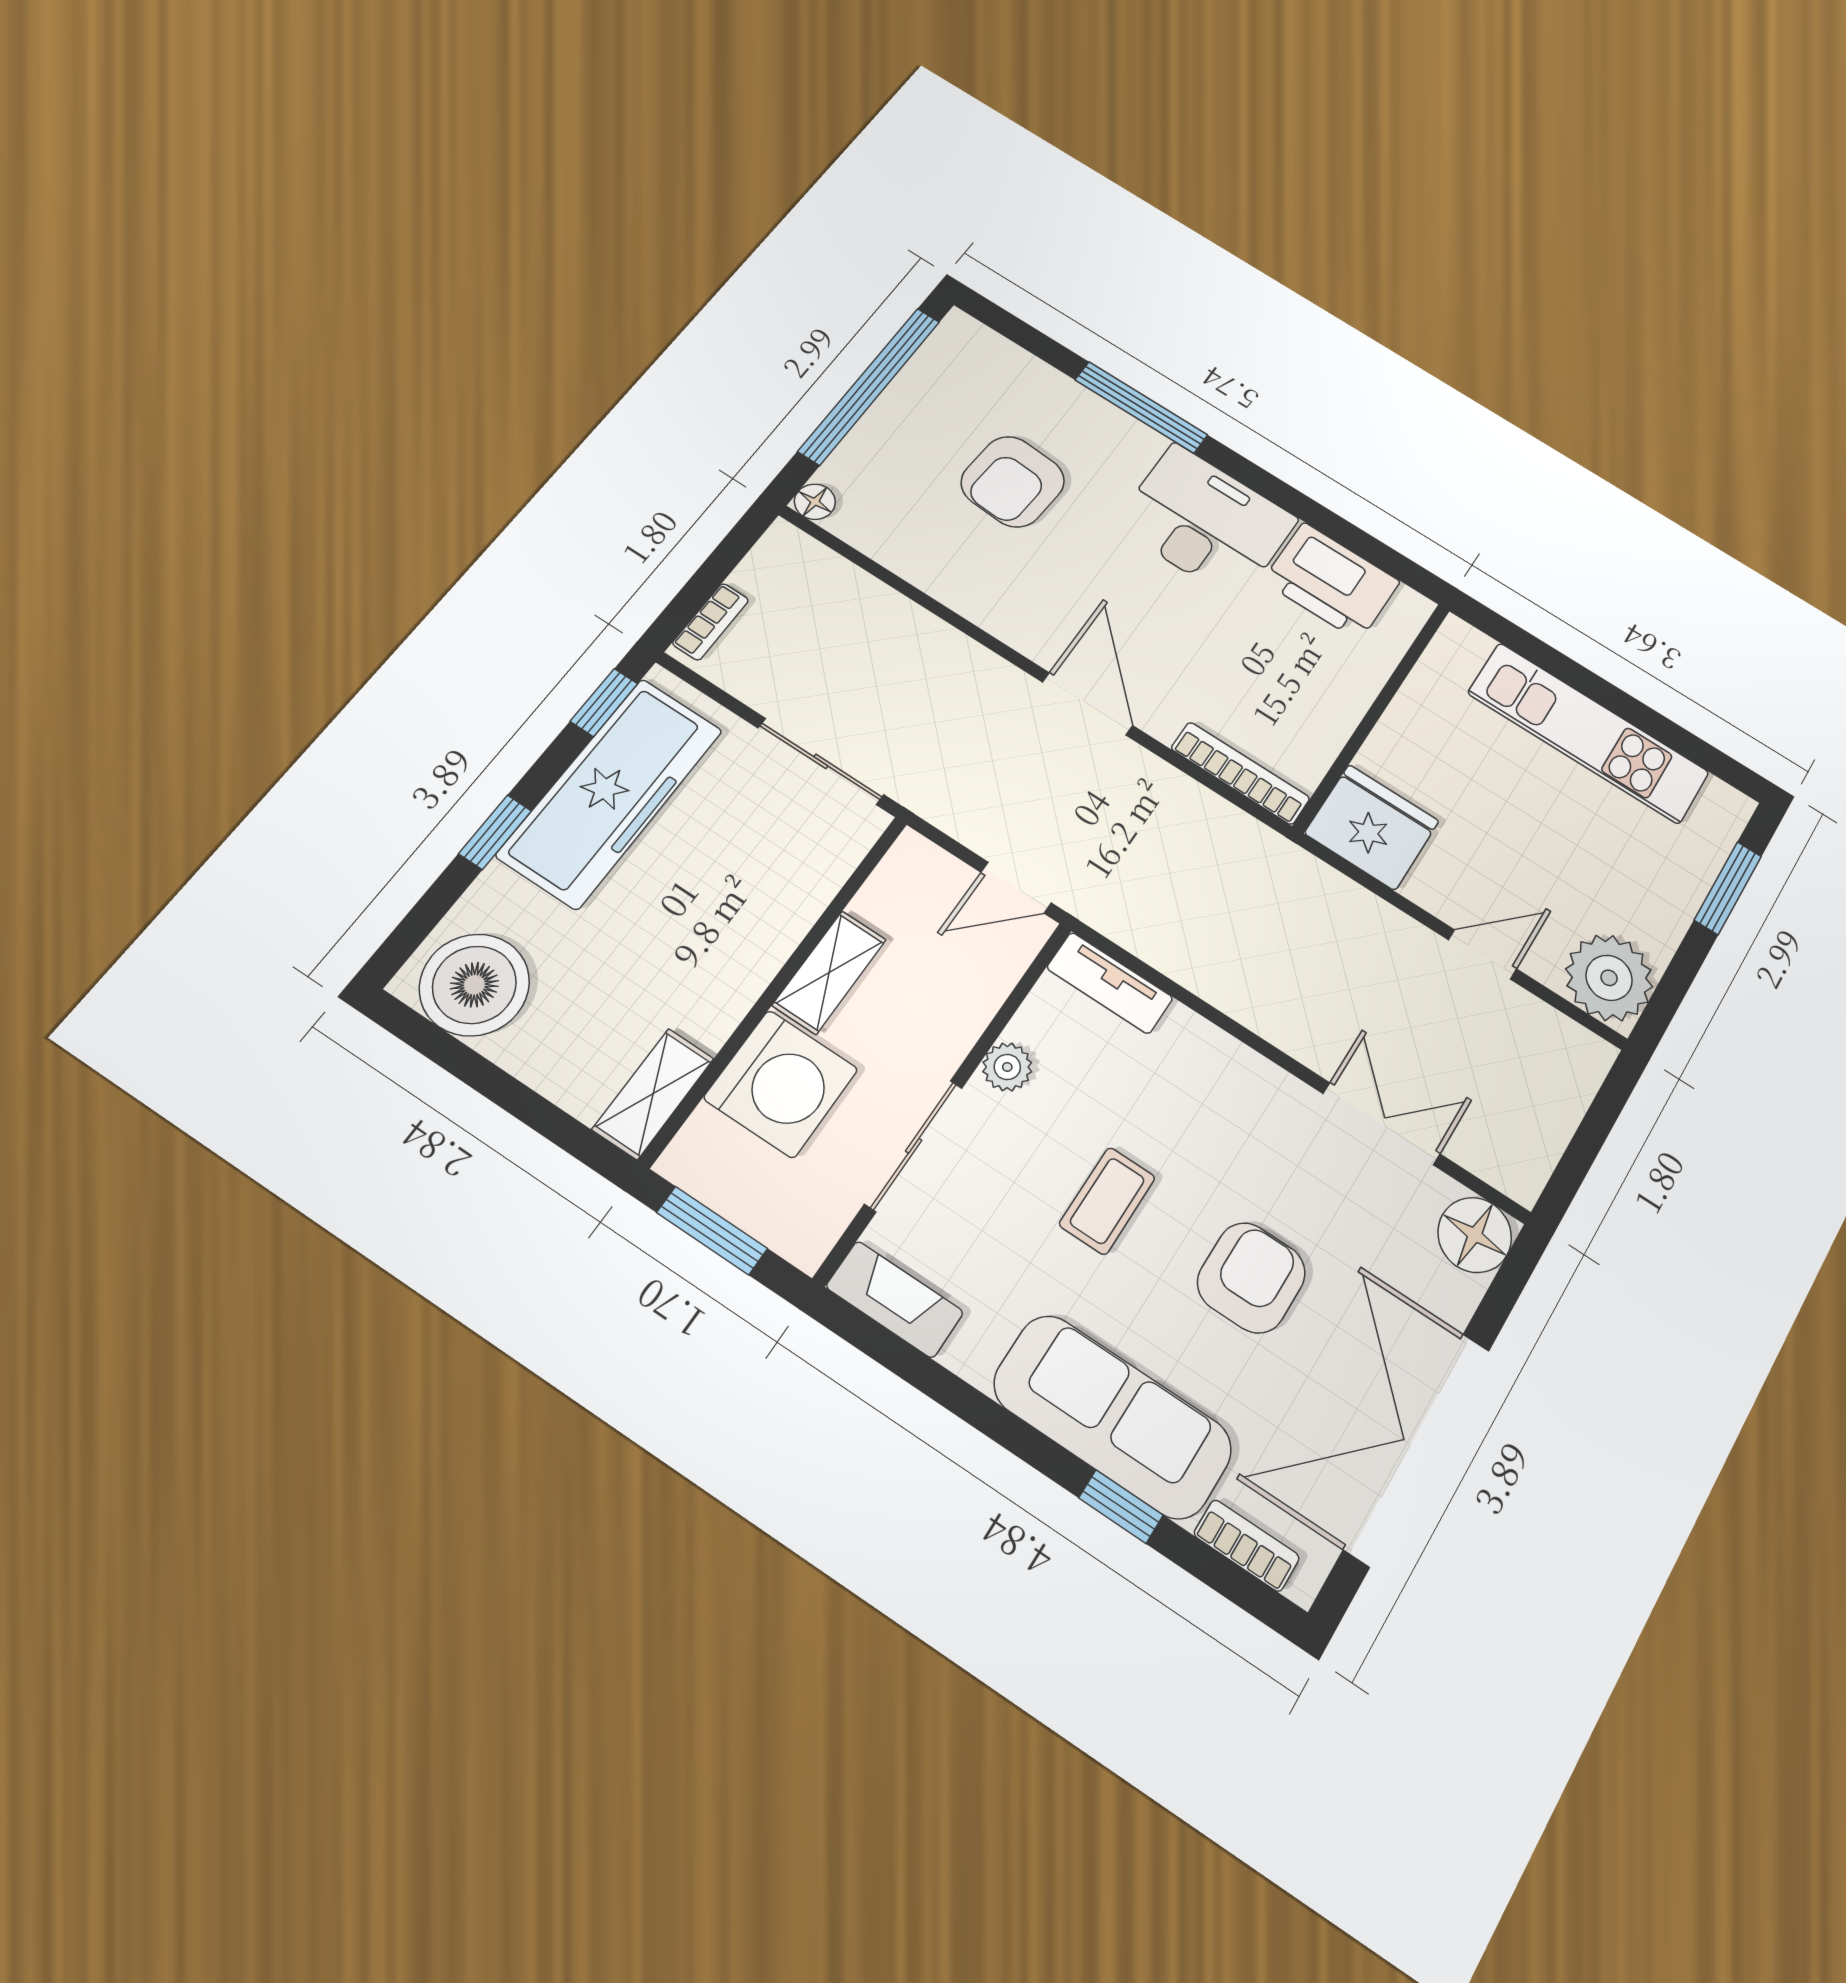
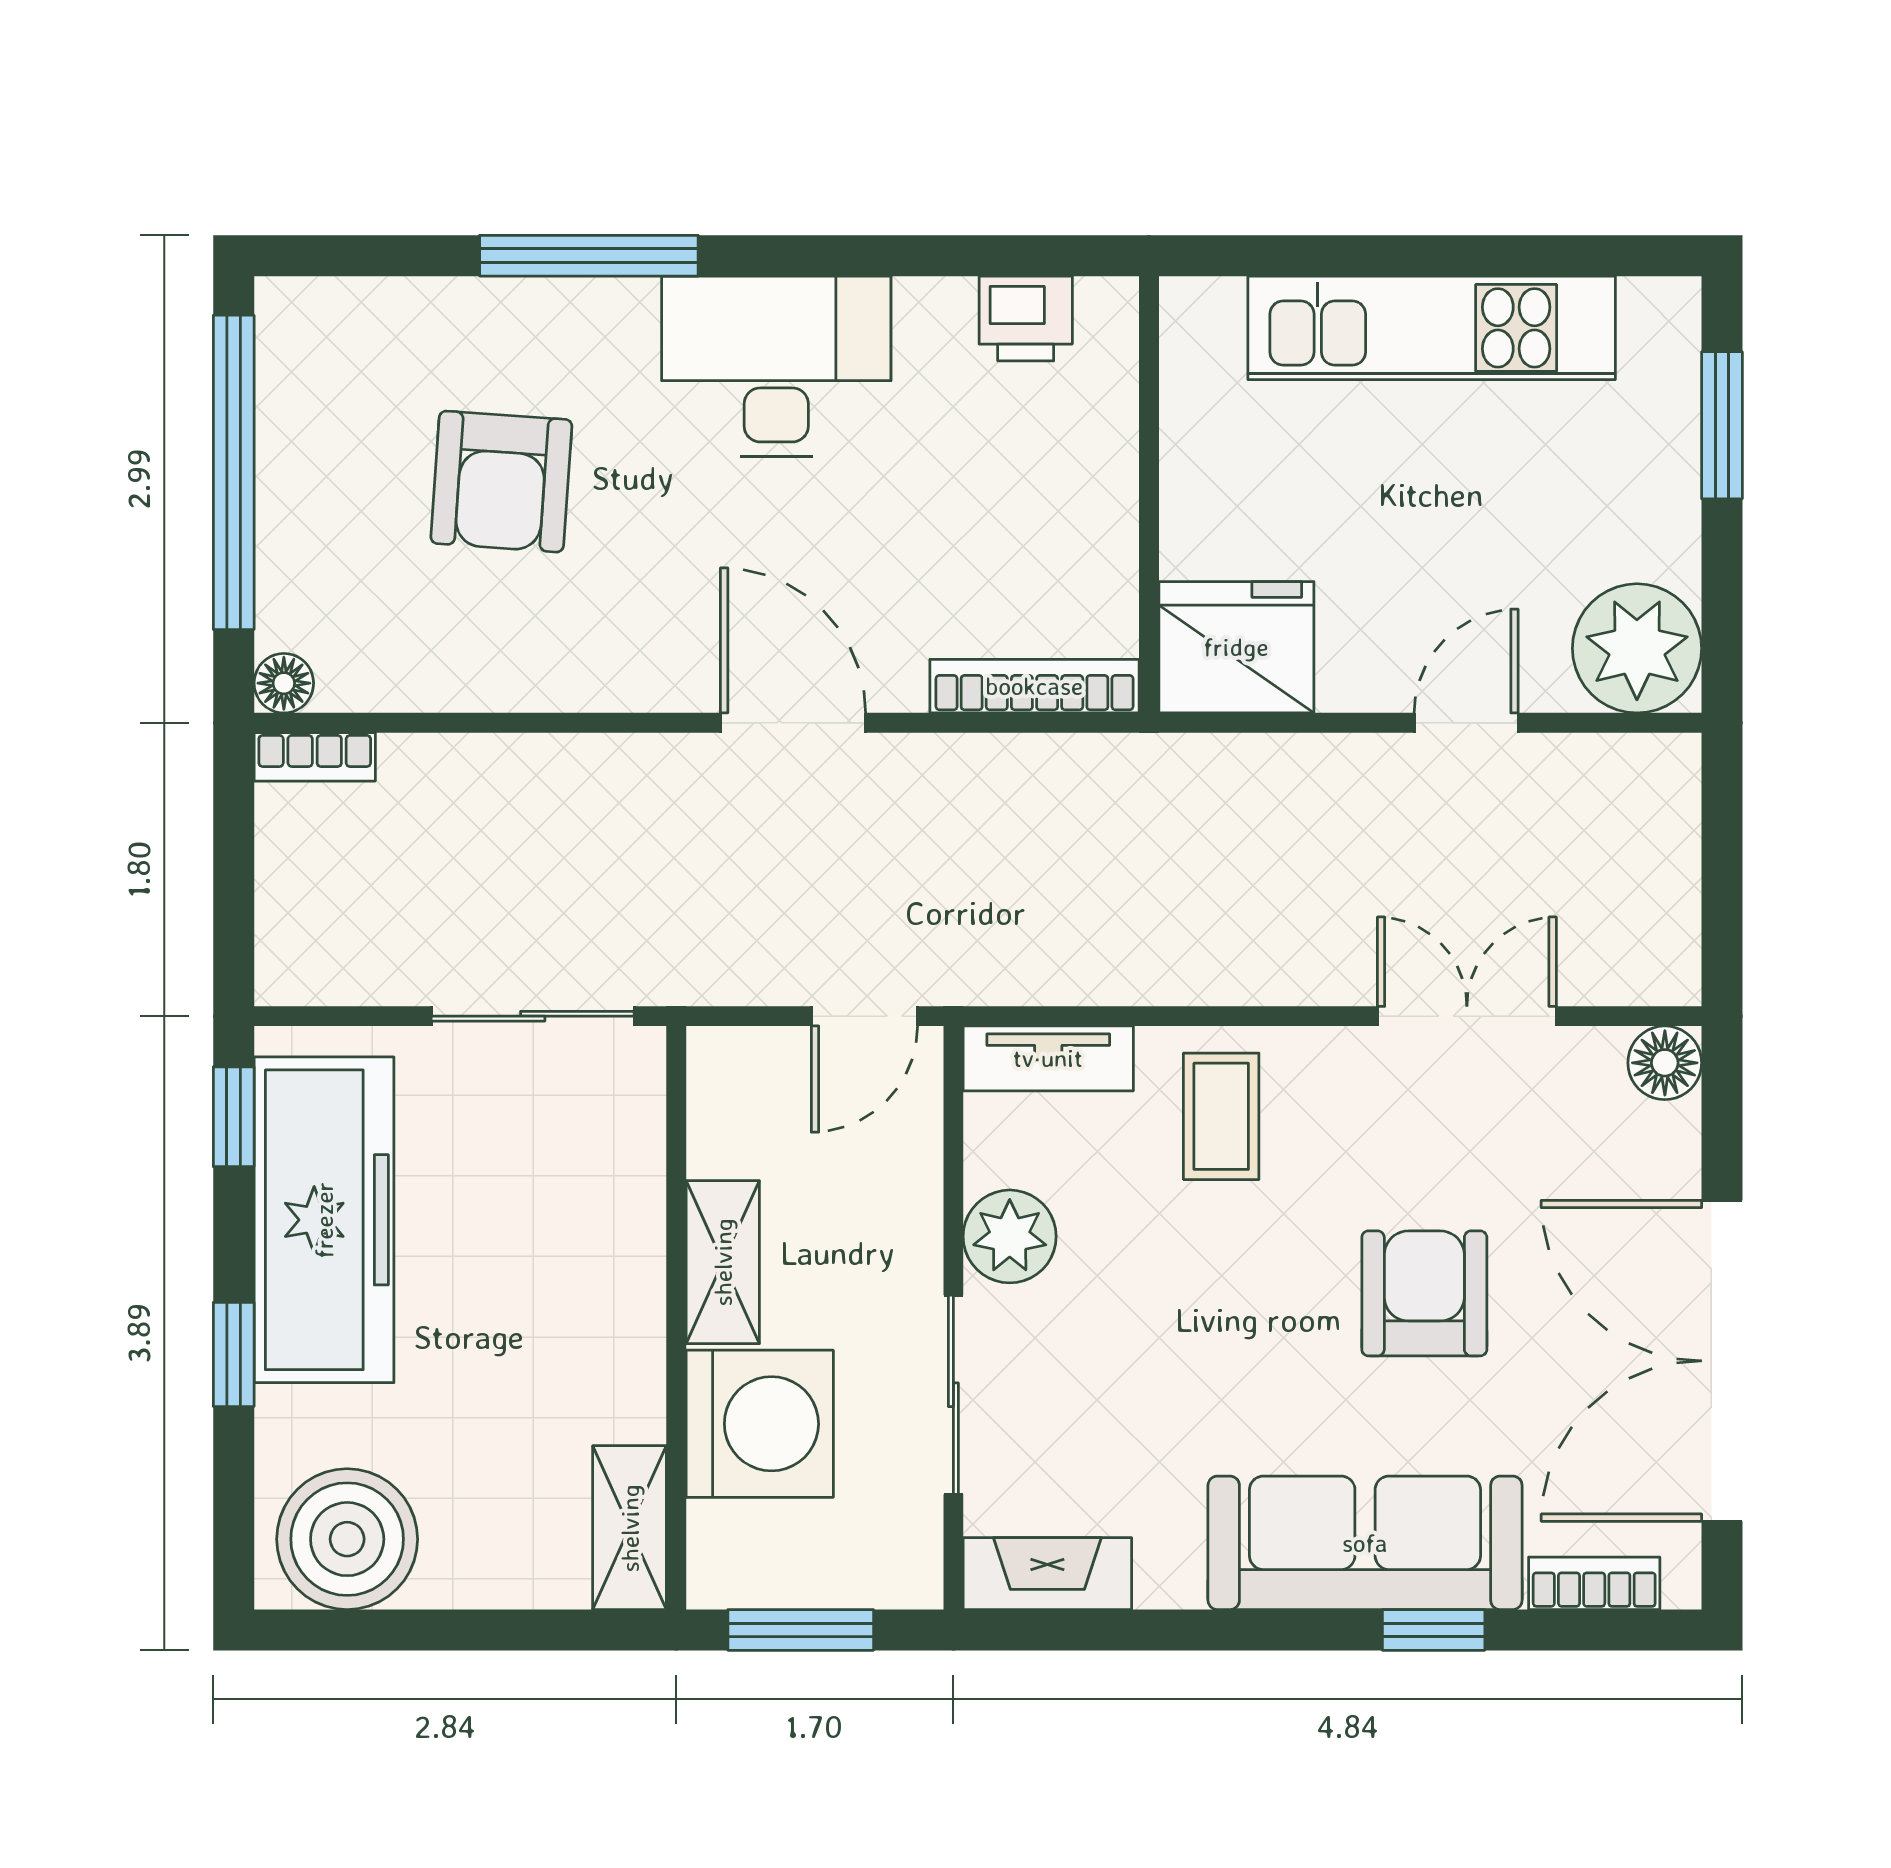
printer: (1331, 581) -> (1026, 319), width x0.53, depth x0.68
bookcase: (711, 622) -> (315, 757), moved, turned 90
plant: (1007, 1067) -> (1010, 1236), width x1.38, depth x1.38
coffee table: (1107, 1201) -> (1221, 1116), moved
floor lamp: (1475, 1235) -> (1665, 1063), width x0.73, depth x0.73

